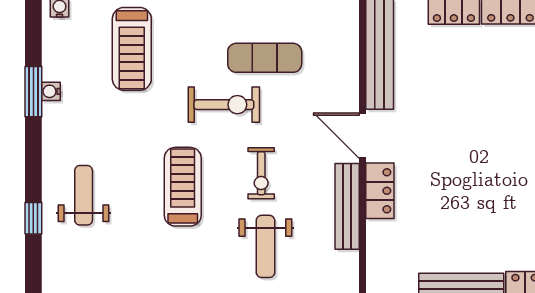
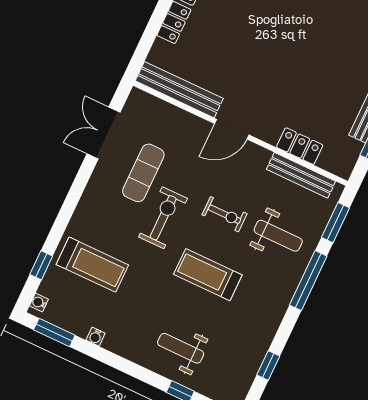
window: (33, 92) -> (54, 333), moved
locker: (380, 191) -> (300, 146), moved
bench: (347, 206) -> (301, 175), moved

